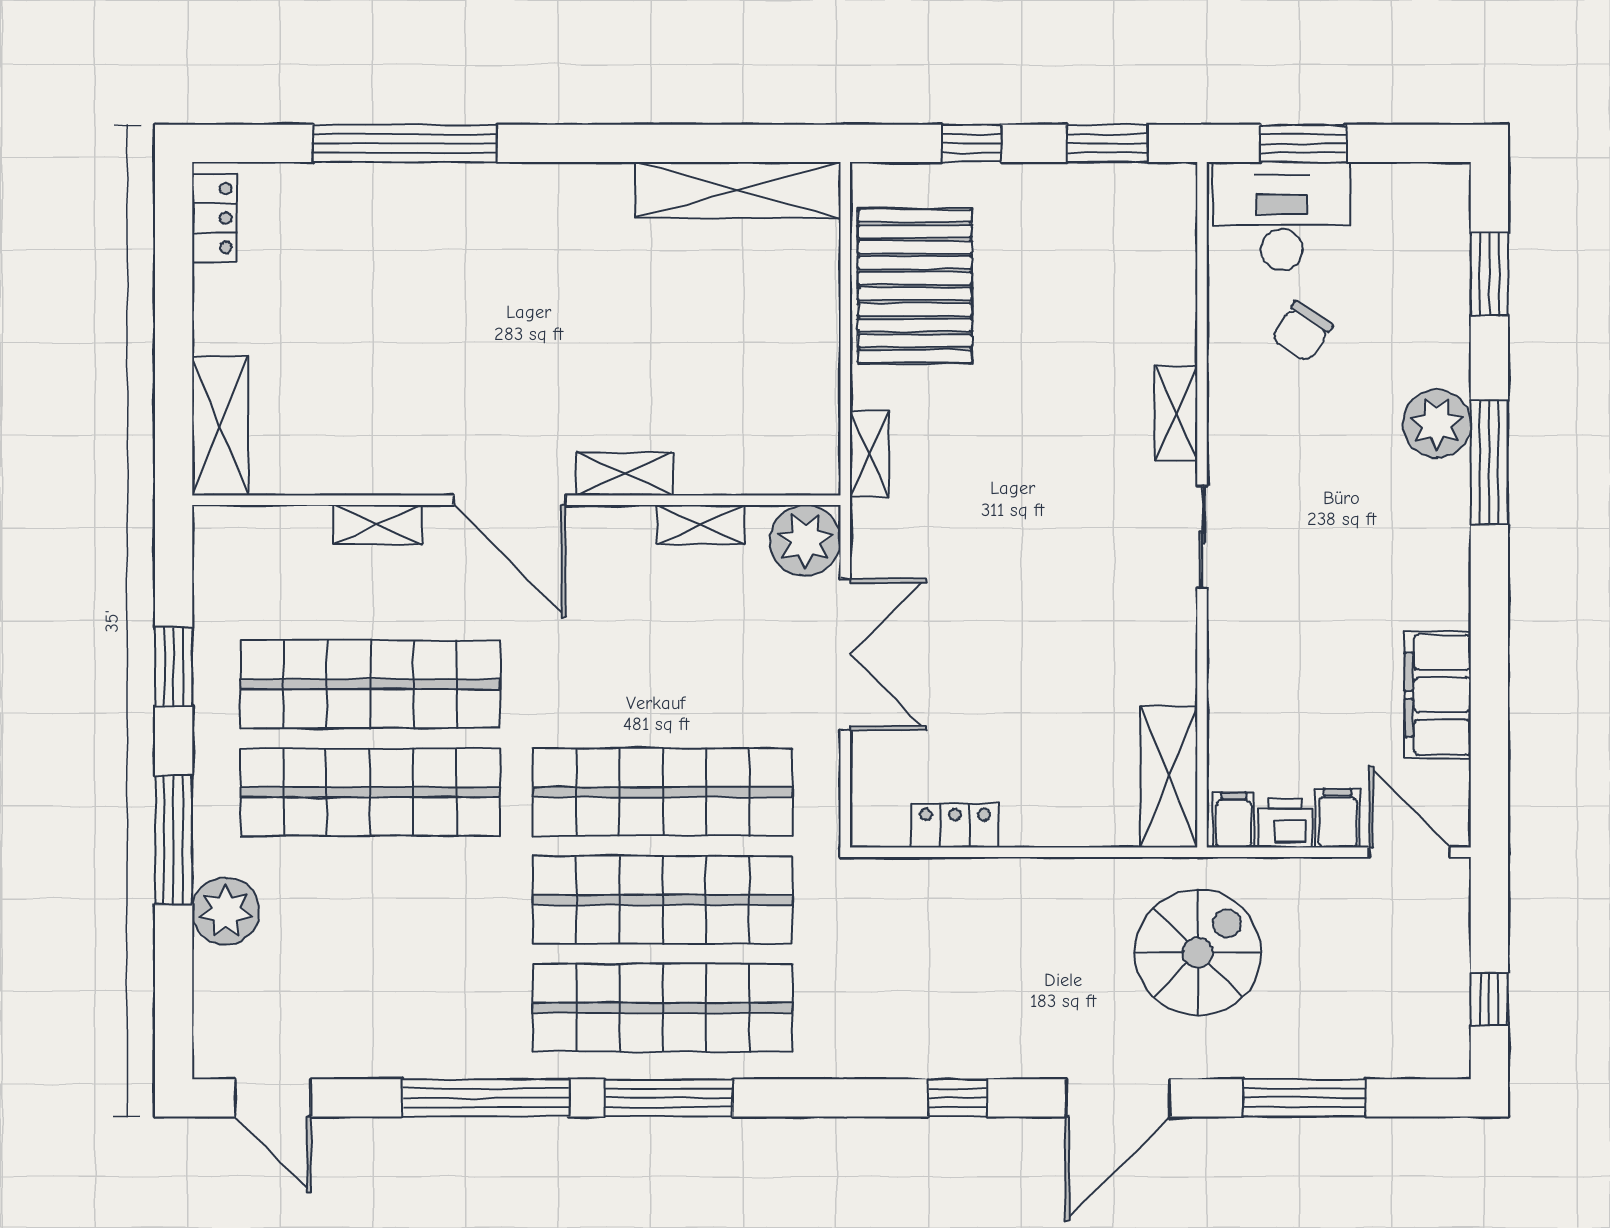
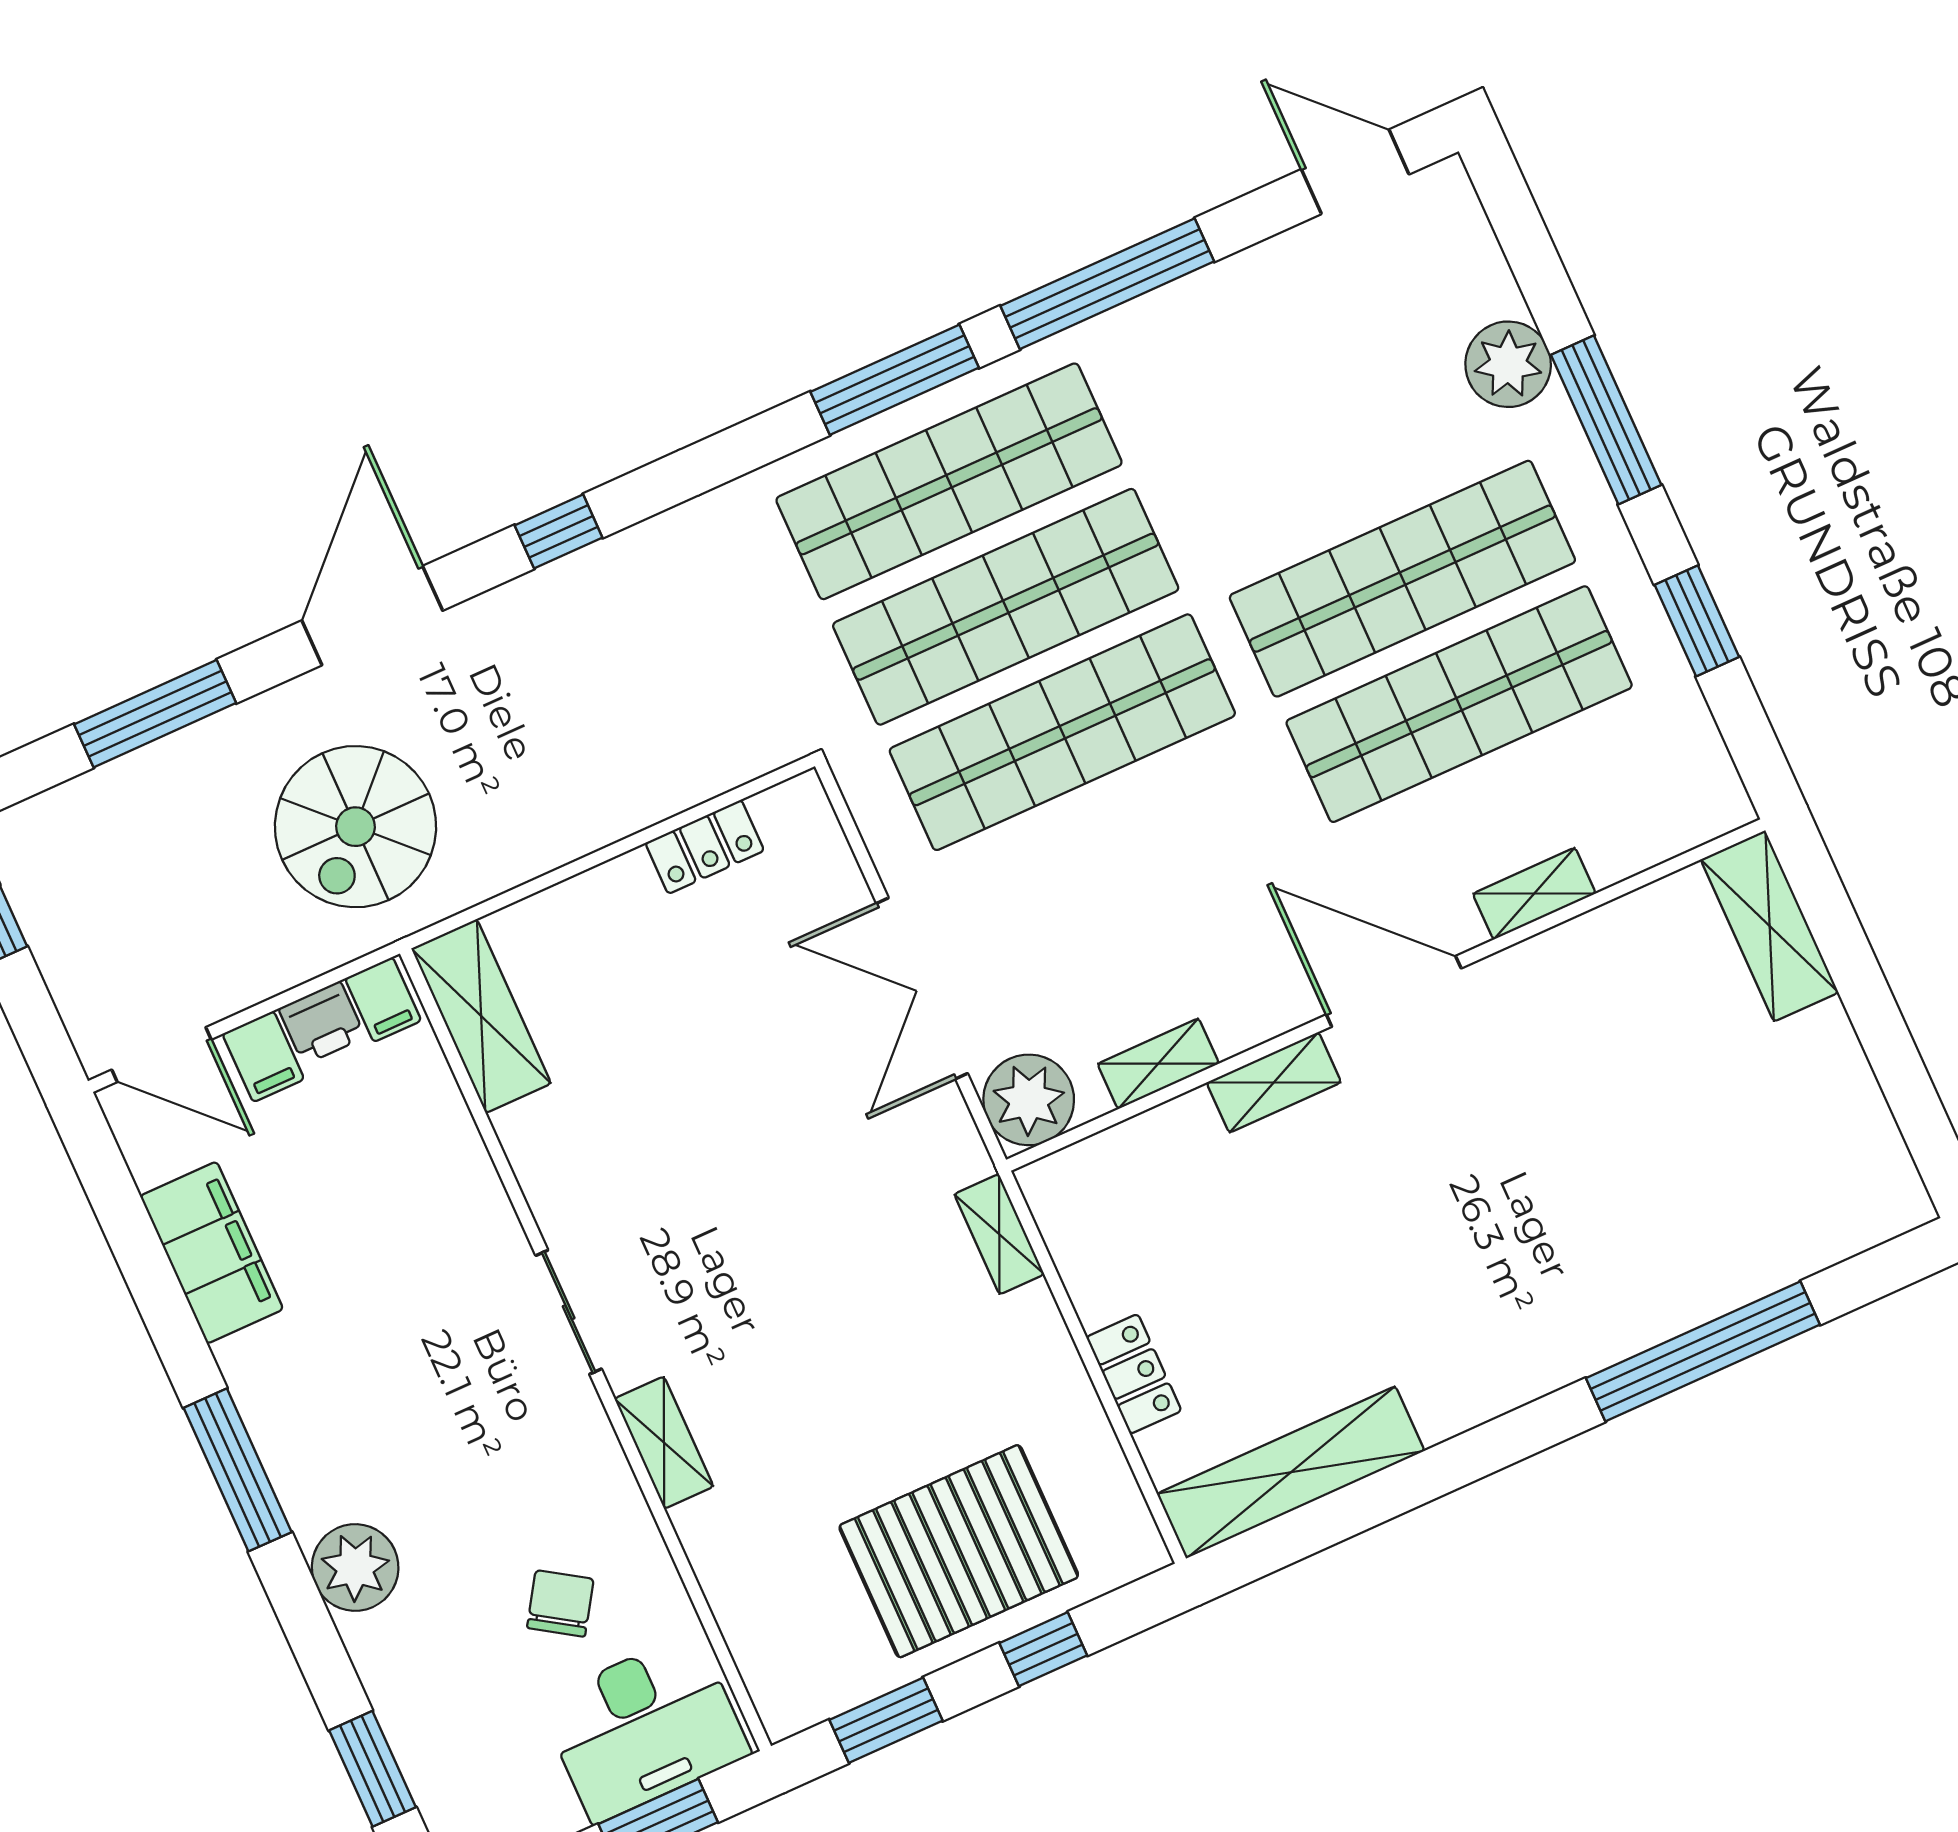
locker: (214, 218) -> (1134, 1374), moved, turned 180
pallet: (915, 286) -> (959, 1551), moved, turned 90
window: (1489, 462) -> (238, 1470), moved

